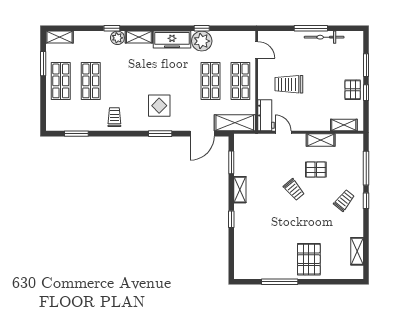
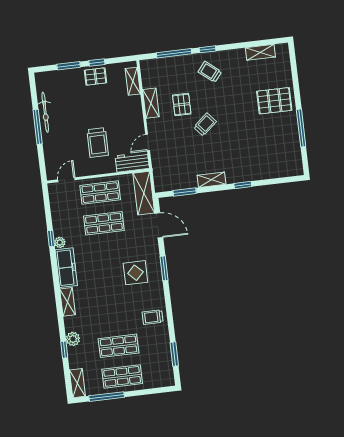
window: (112, 28) -> (64, 350), moved
plant: (117, 38) -> (73, 339), moved
plant: (202, 41) -> (60, 242), width x0.53, depth x0.53
window: (43, 64) -> (107, 397), width x1.44

